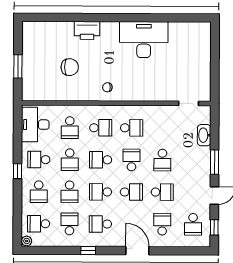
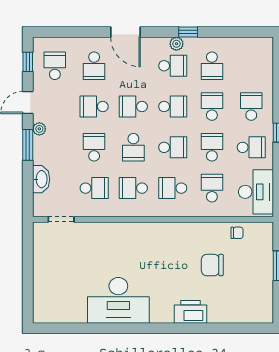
chair: (107, 87) -> (237, 233), moved
plant: (205, 175) -> (39, 129), added
school desk: (39, 224) -> (94, 188), moved
plant: (27, 241) -> (176, 44), moved

